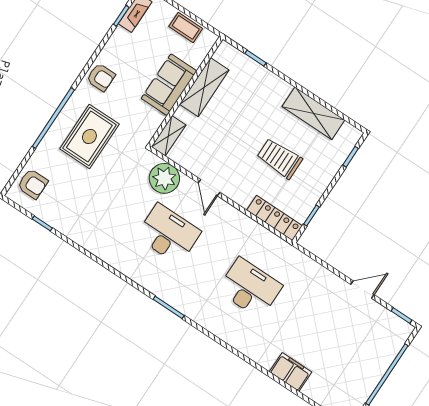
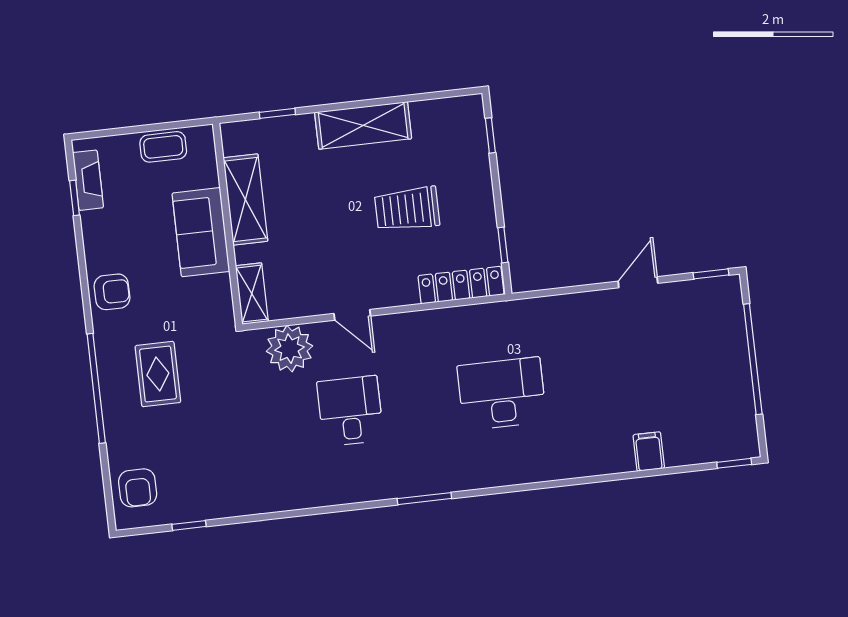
shelving: (313, 113) -> (363, 125), moved
rug: (89, 136) -> (158, 374), width x0.73, depth x0.70
armchair: (33, 184) -> (138, 488), turned 90
desk: (168, 234) -> (350, 411), width x0.73
filing cabinet: (290, 372) -> (649, 451), width x0.50

